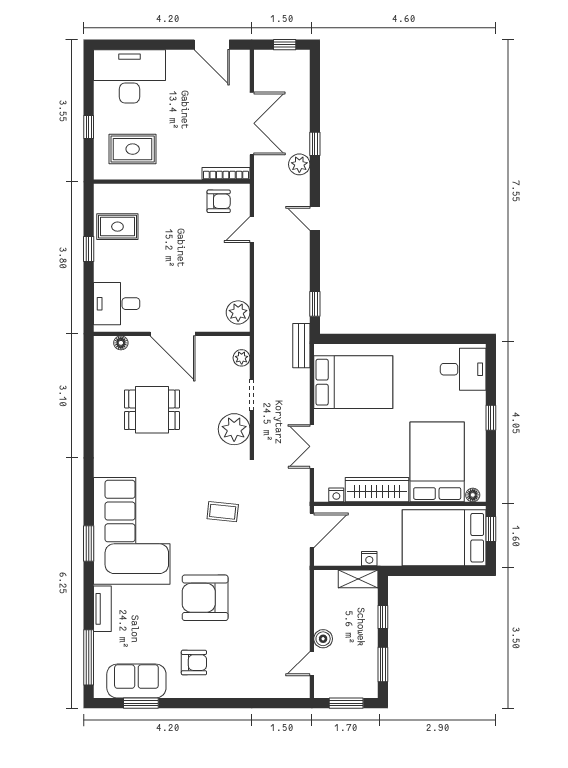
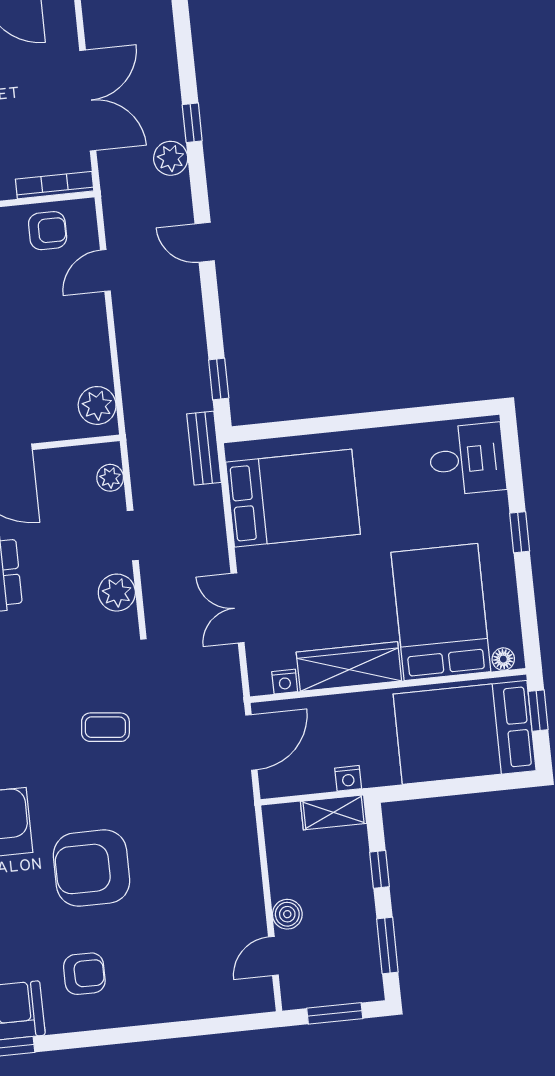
plant: (234, 429) -> (117, 593), width x0.73, depth x0.73

